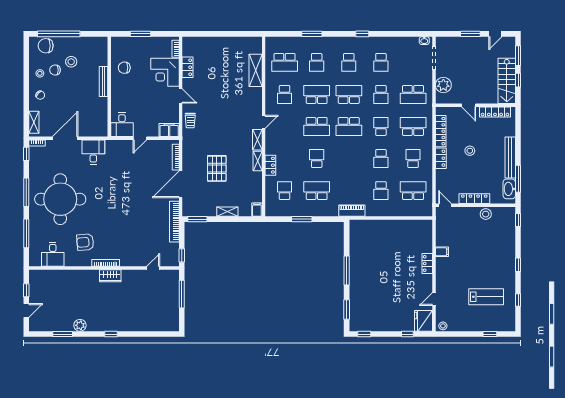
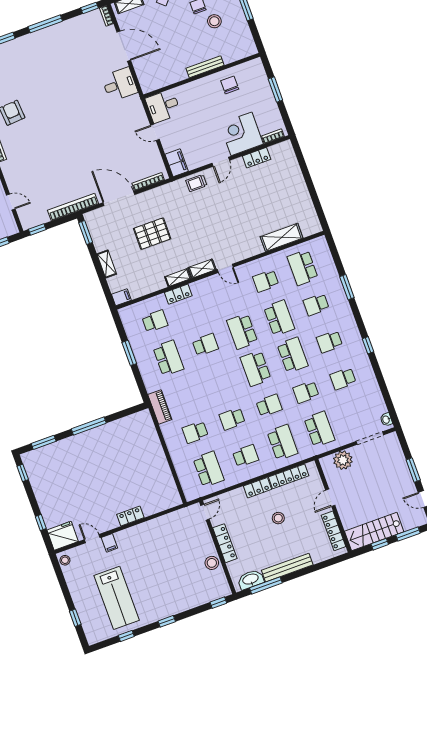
school desk: (413, 94) -> (319, 429), turned 180
round table: (60, 199) -> (51, 66), removed
filing cabinet: (442, 252) -> (109, 543), moved
lab bench: (486, 297) -> (117, 598), width x1.36, depth x1.39

